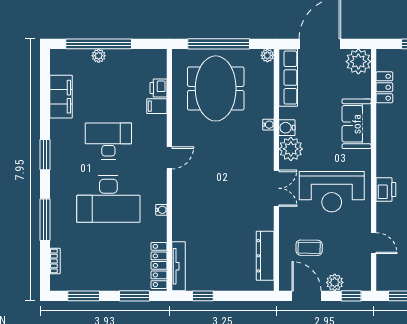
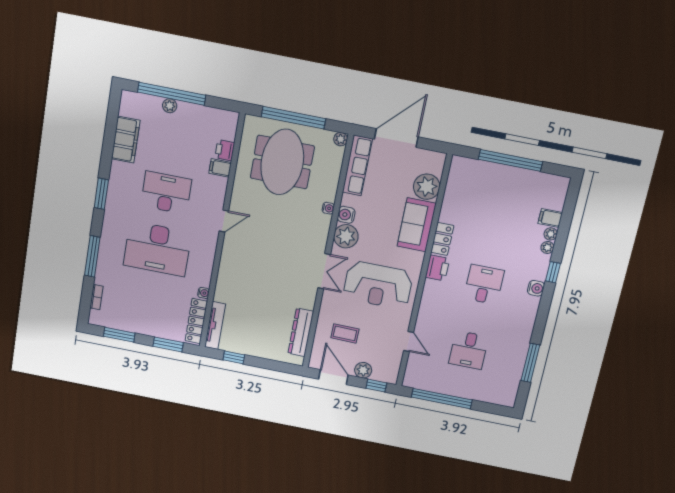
plant: (358, 62) -> (427, 187), moved
locker: (384, 87) -> (442, 239), moved
printer: (386, 190) -> (437, 268), moved
water cooler: (161, 210) -> (204, 293), moved

